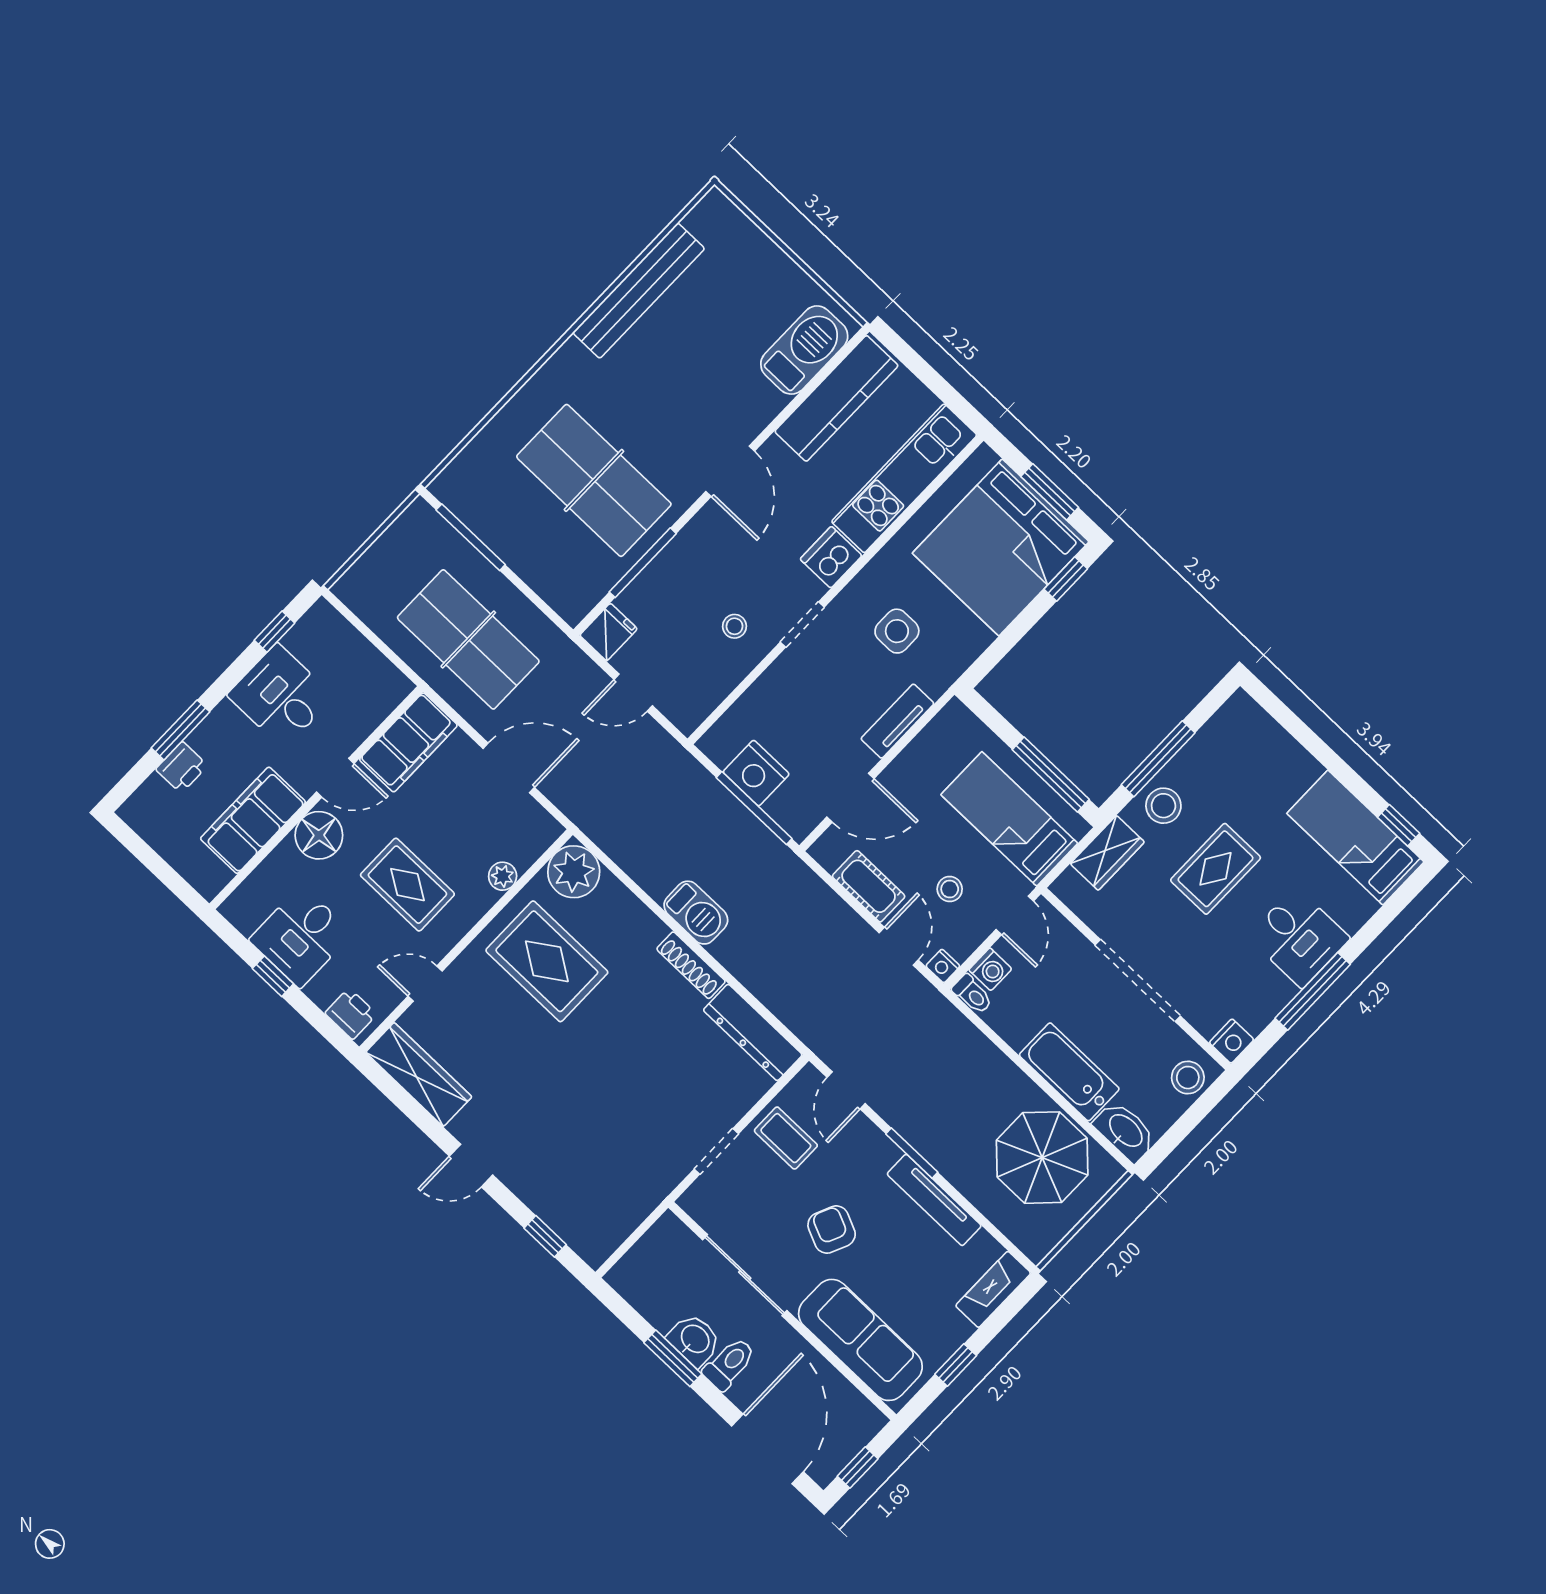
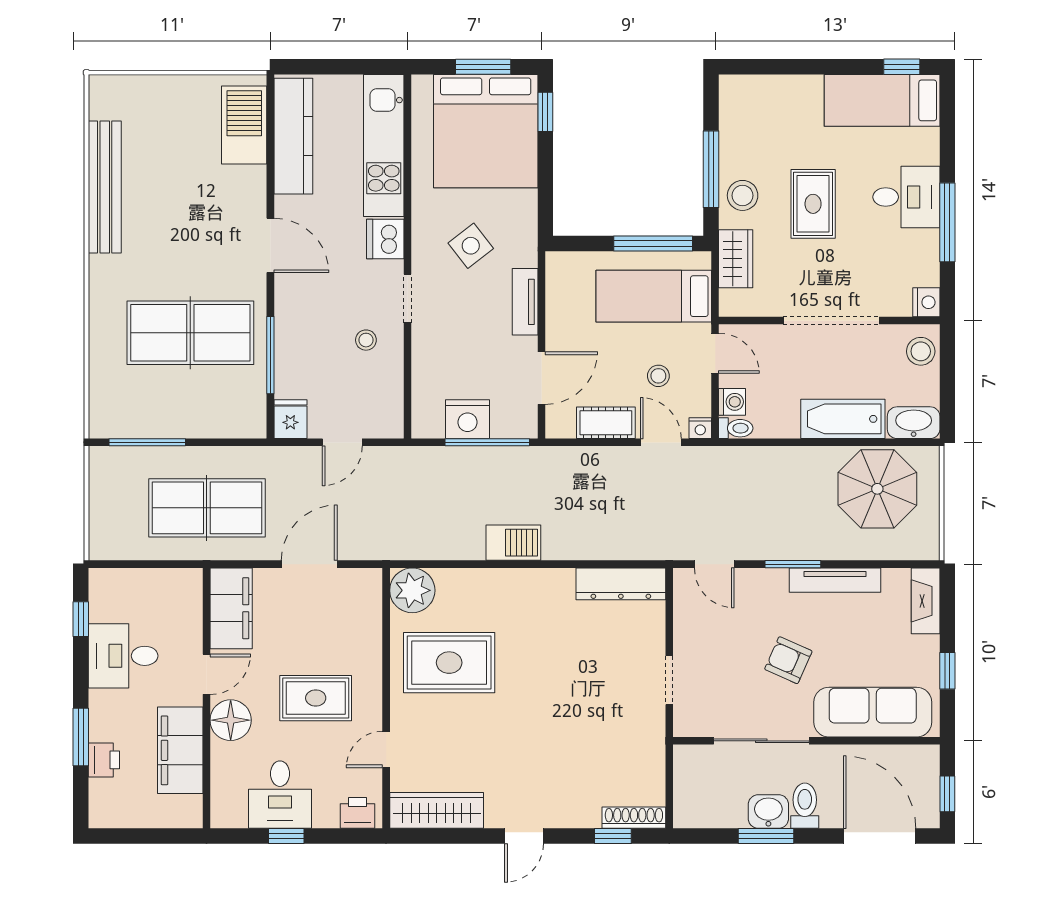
side table: (897, 631) -> (471, 246), turned -38
plant: (503, 876) -> (370, 636), removed
shoe rack: (691, 965) -> (634, 818), moved, turned 180
coffee table: (786, 1138) -> (705, 630), removed

